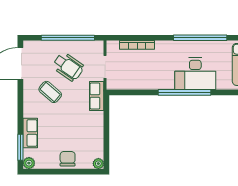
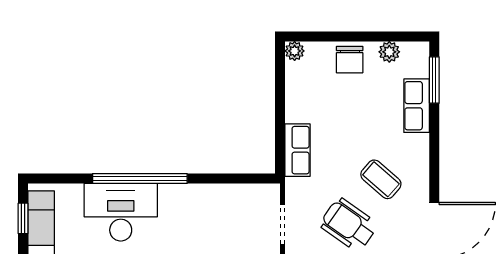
row of seats: (97, 96) -> (298, 150), moved
plant: (29, 163) -> (389, 52), moved

